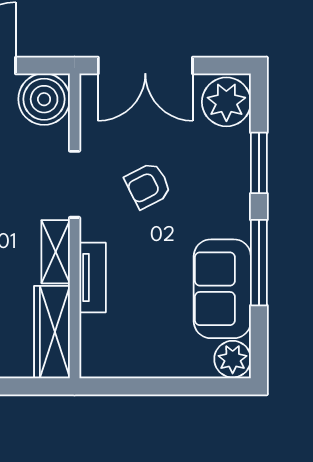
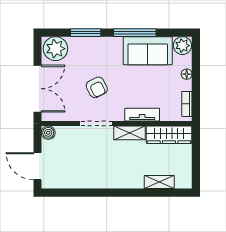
boiler: (44, 99) -> (48, 133), width x0.54, depth x0.54
bookcase: (114, 368) -> (187, 104), added
floor lamp: (175, 368) -> (187, 74), added

